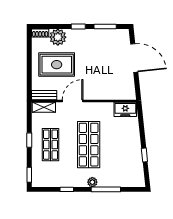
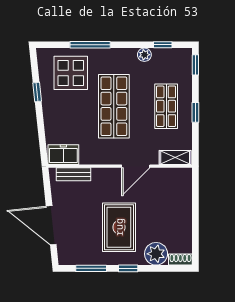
rug: (57, 65) -> (119, 227), moved, turned 90
bench: (44, 95) -> (74, 174), moved
display table: (120, 169) -> (71, 73), added
plant: (92, 182) -> (144, 55), moved
window: (67, 189) -> (163, 45), moved

